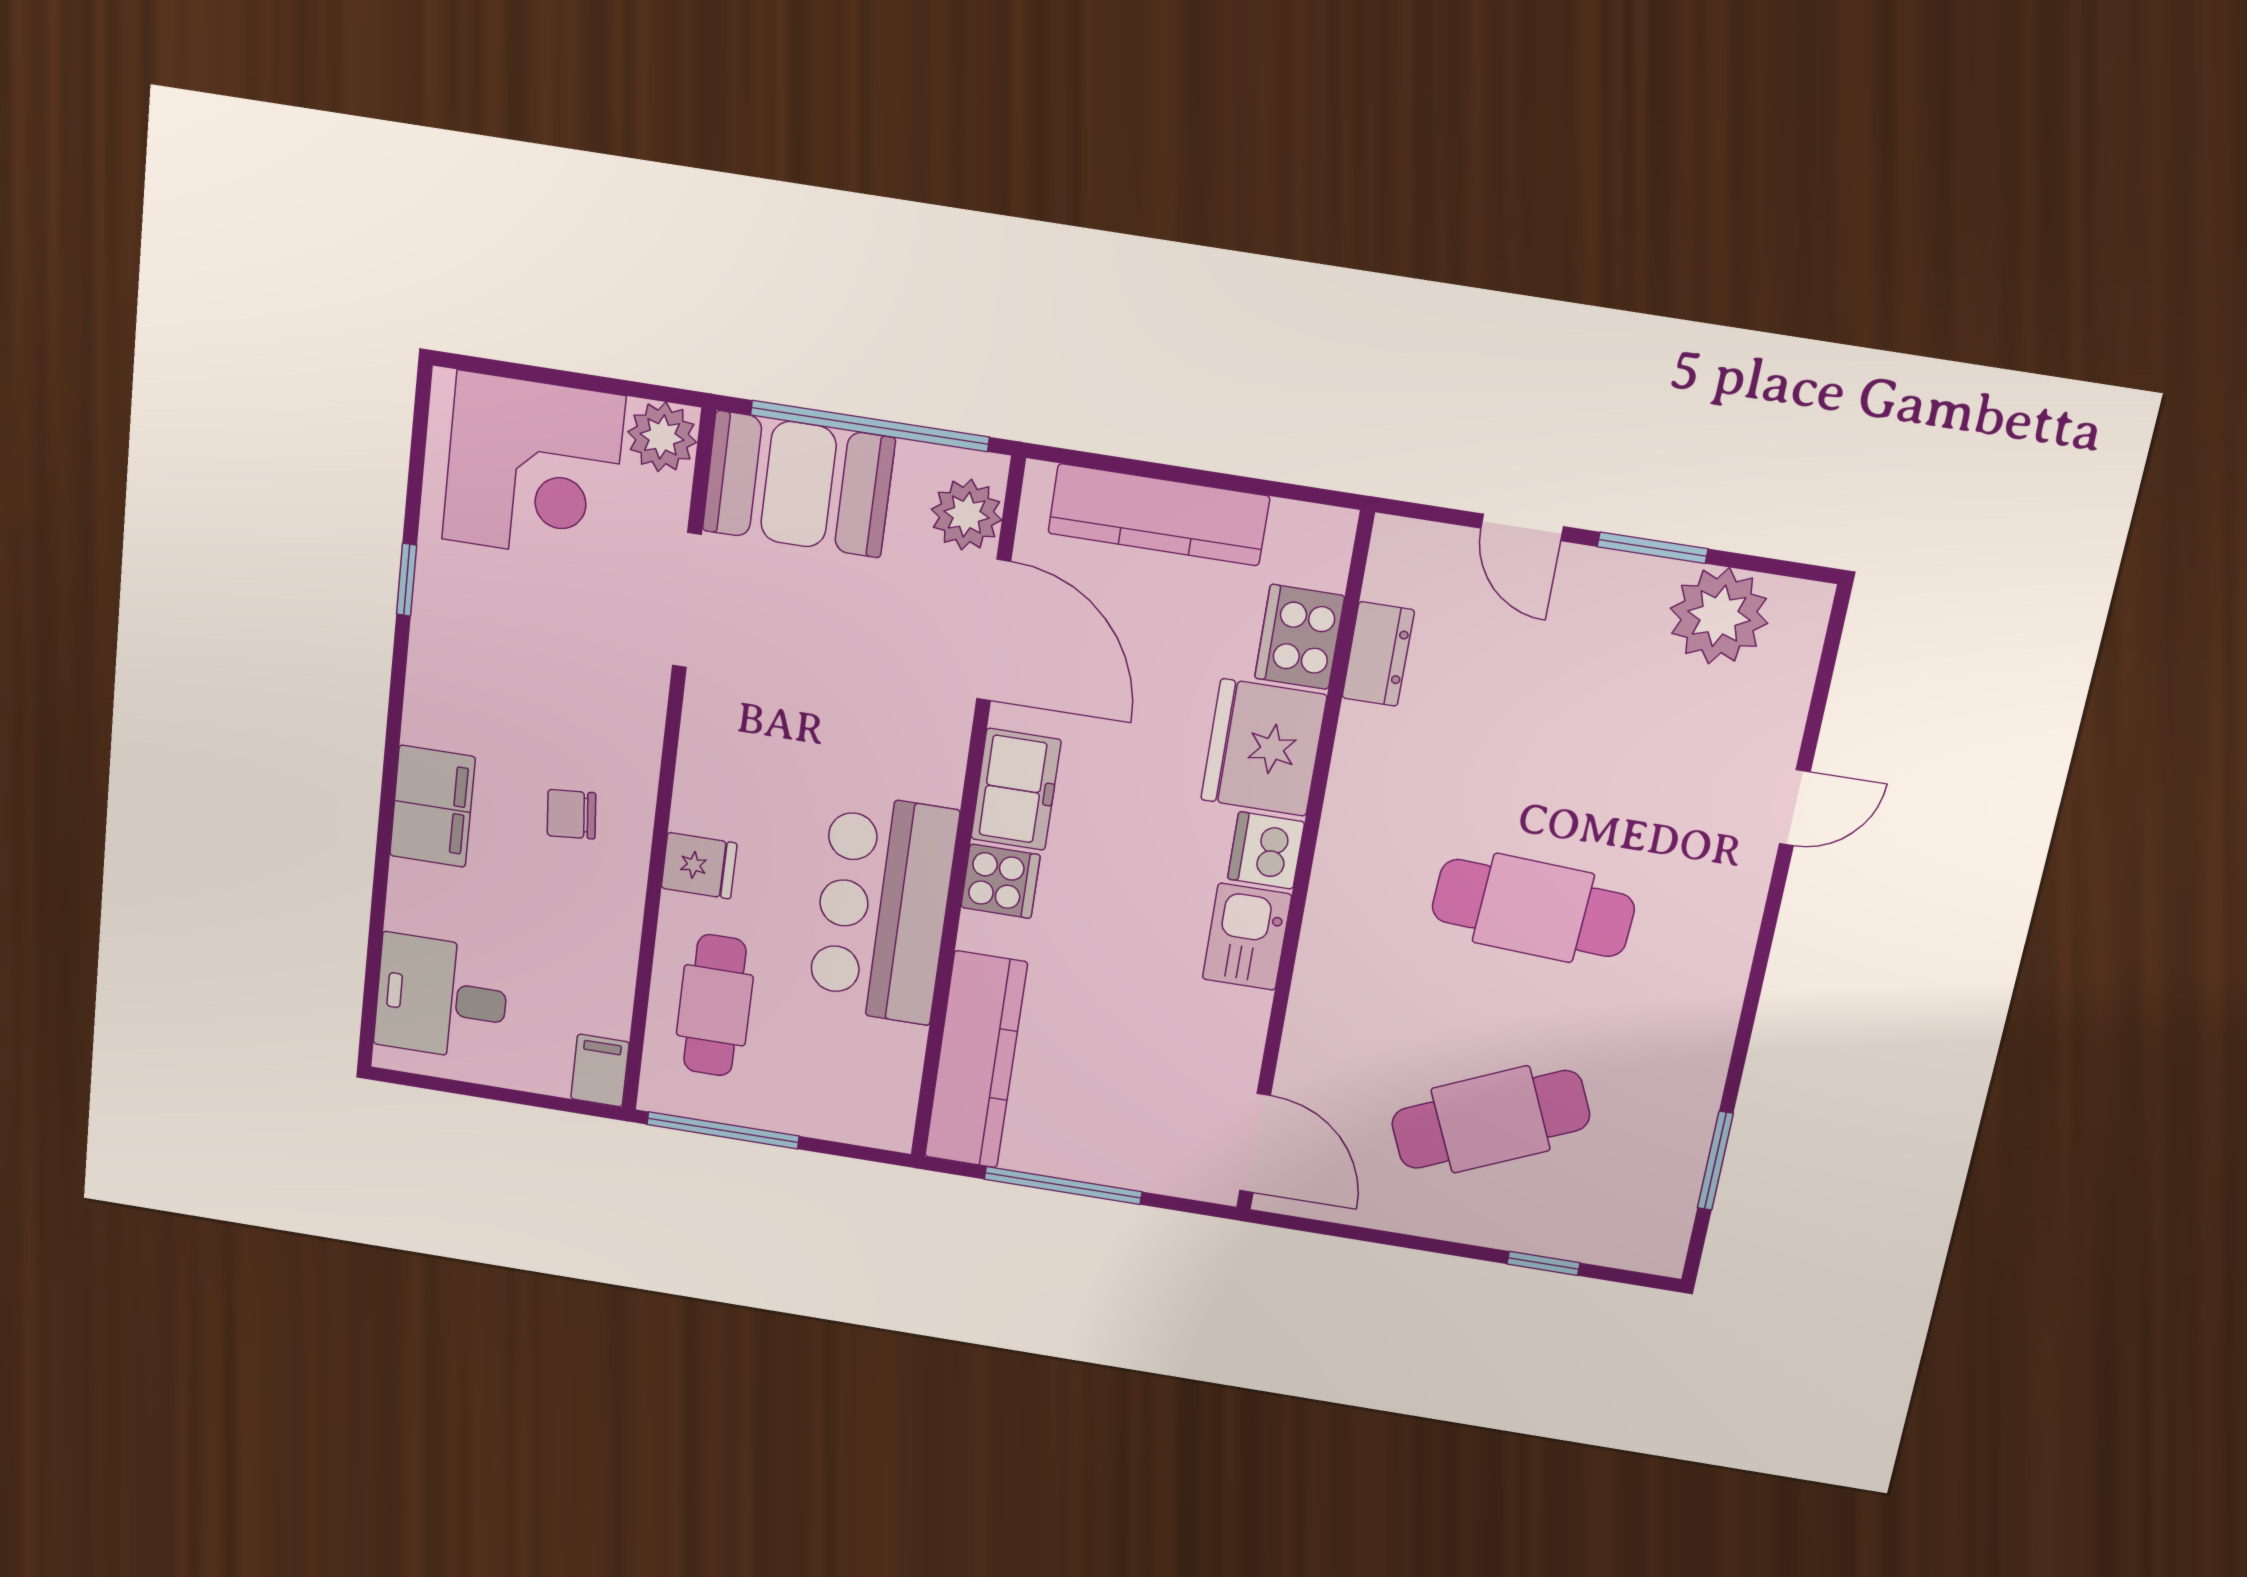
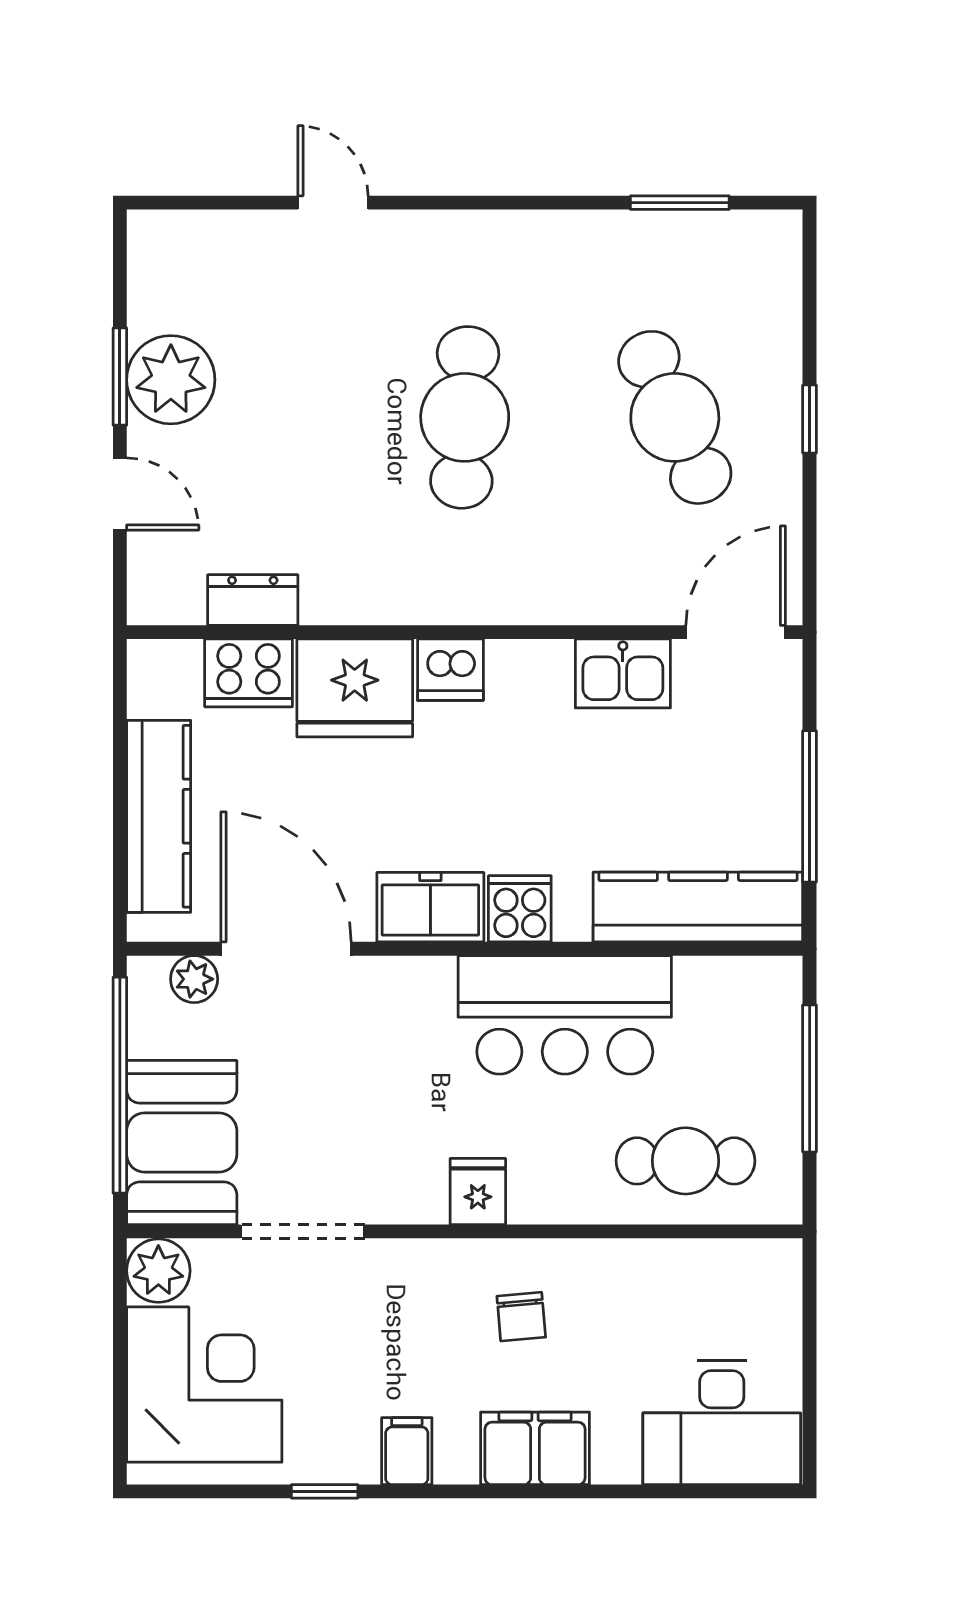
plant: (967, 515) -> (194, 979), width x0.73, depth x0.73
door: (1522, 527) -> (120, 494), hinge flipped
plant: (1719, 616) -> (171, 380), moved
door: (994, 630) -> (286, 949), hinge flipped
fridge: (699, 866) -> (478, 1192), moved
kitchen sink: (1247, 937) -> (623, 673), moved
desk: (442, 998) -> (722, 1423), width x1.37
filing cabinet: (600, 1071) -> (407, 1451), moved, turned 90
window: (723, 1130) -> (810, 1078), moved
window: (1543, 1263) -> (810, 419), moved

